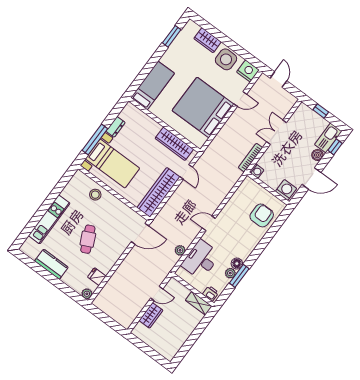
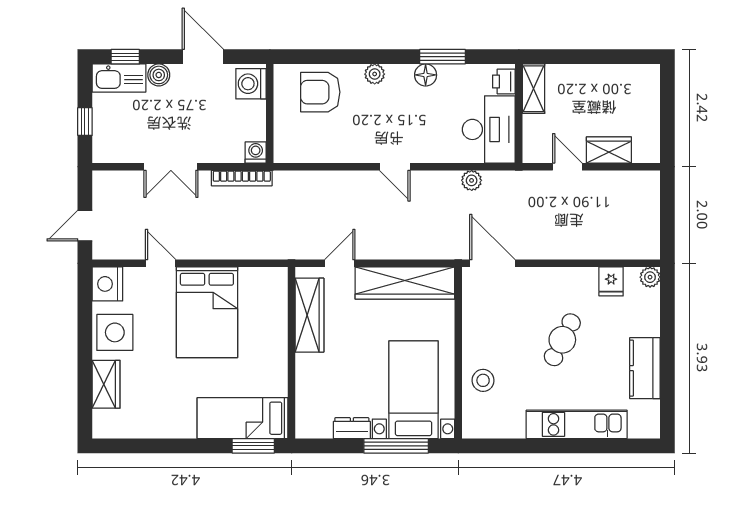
window: (172, 36) -> (253, 446), moved
bed: (203, 107) -> (207, 312), width x0.73
cafe table: (88, 239) -> (562, 340), turned -38
desk: (201, 260) -> (489, 129), moved, turned -90
plant: (230, 273) -> (375, 74), moved

